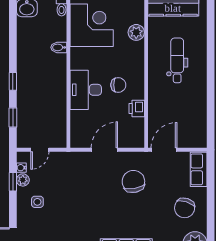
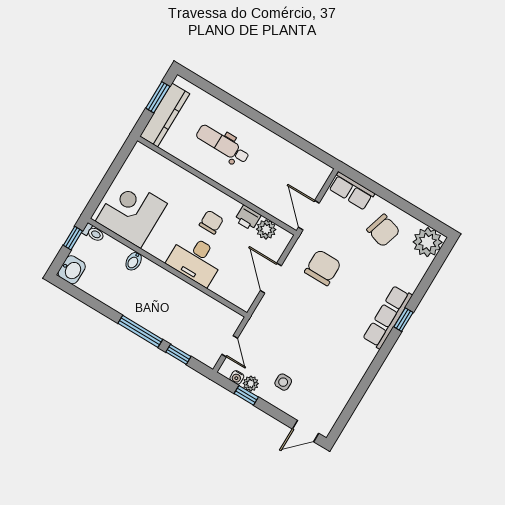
plant: (136, 32) -> (266, 229), moved
window: (13, 81) -> (140, 331), width x2.17
chair: (133, 181) -> (323, 268), turned 100

